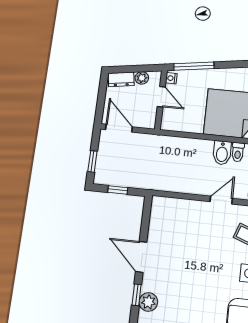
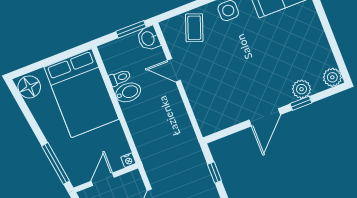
nightstand: (171, 78) -> (128, 160), moved

